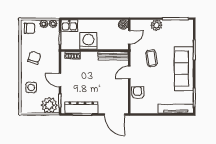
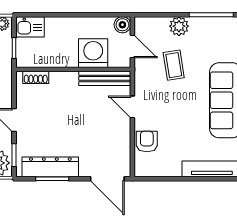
door: (129, 37) -> (132, 47), hinge flipped
washing machine: (88, 41) -> (93, 53), moved
coffee table: (152, 58) -> (174, 65), moved
door: (129, 72) -> (132, 107), hinge flipped

